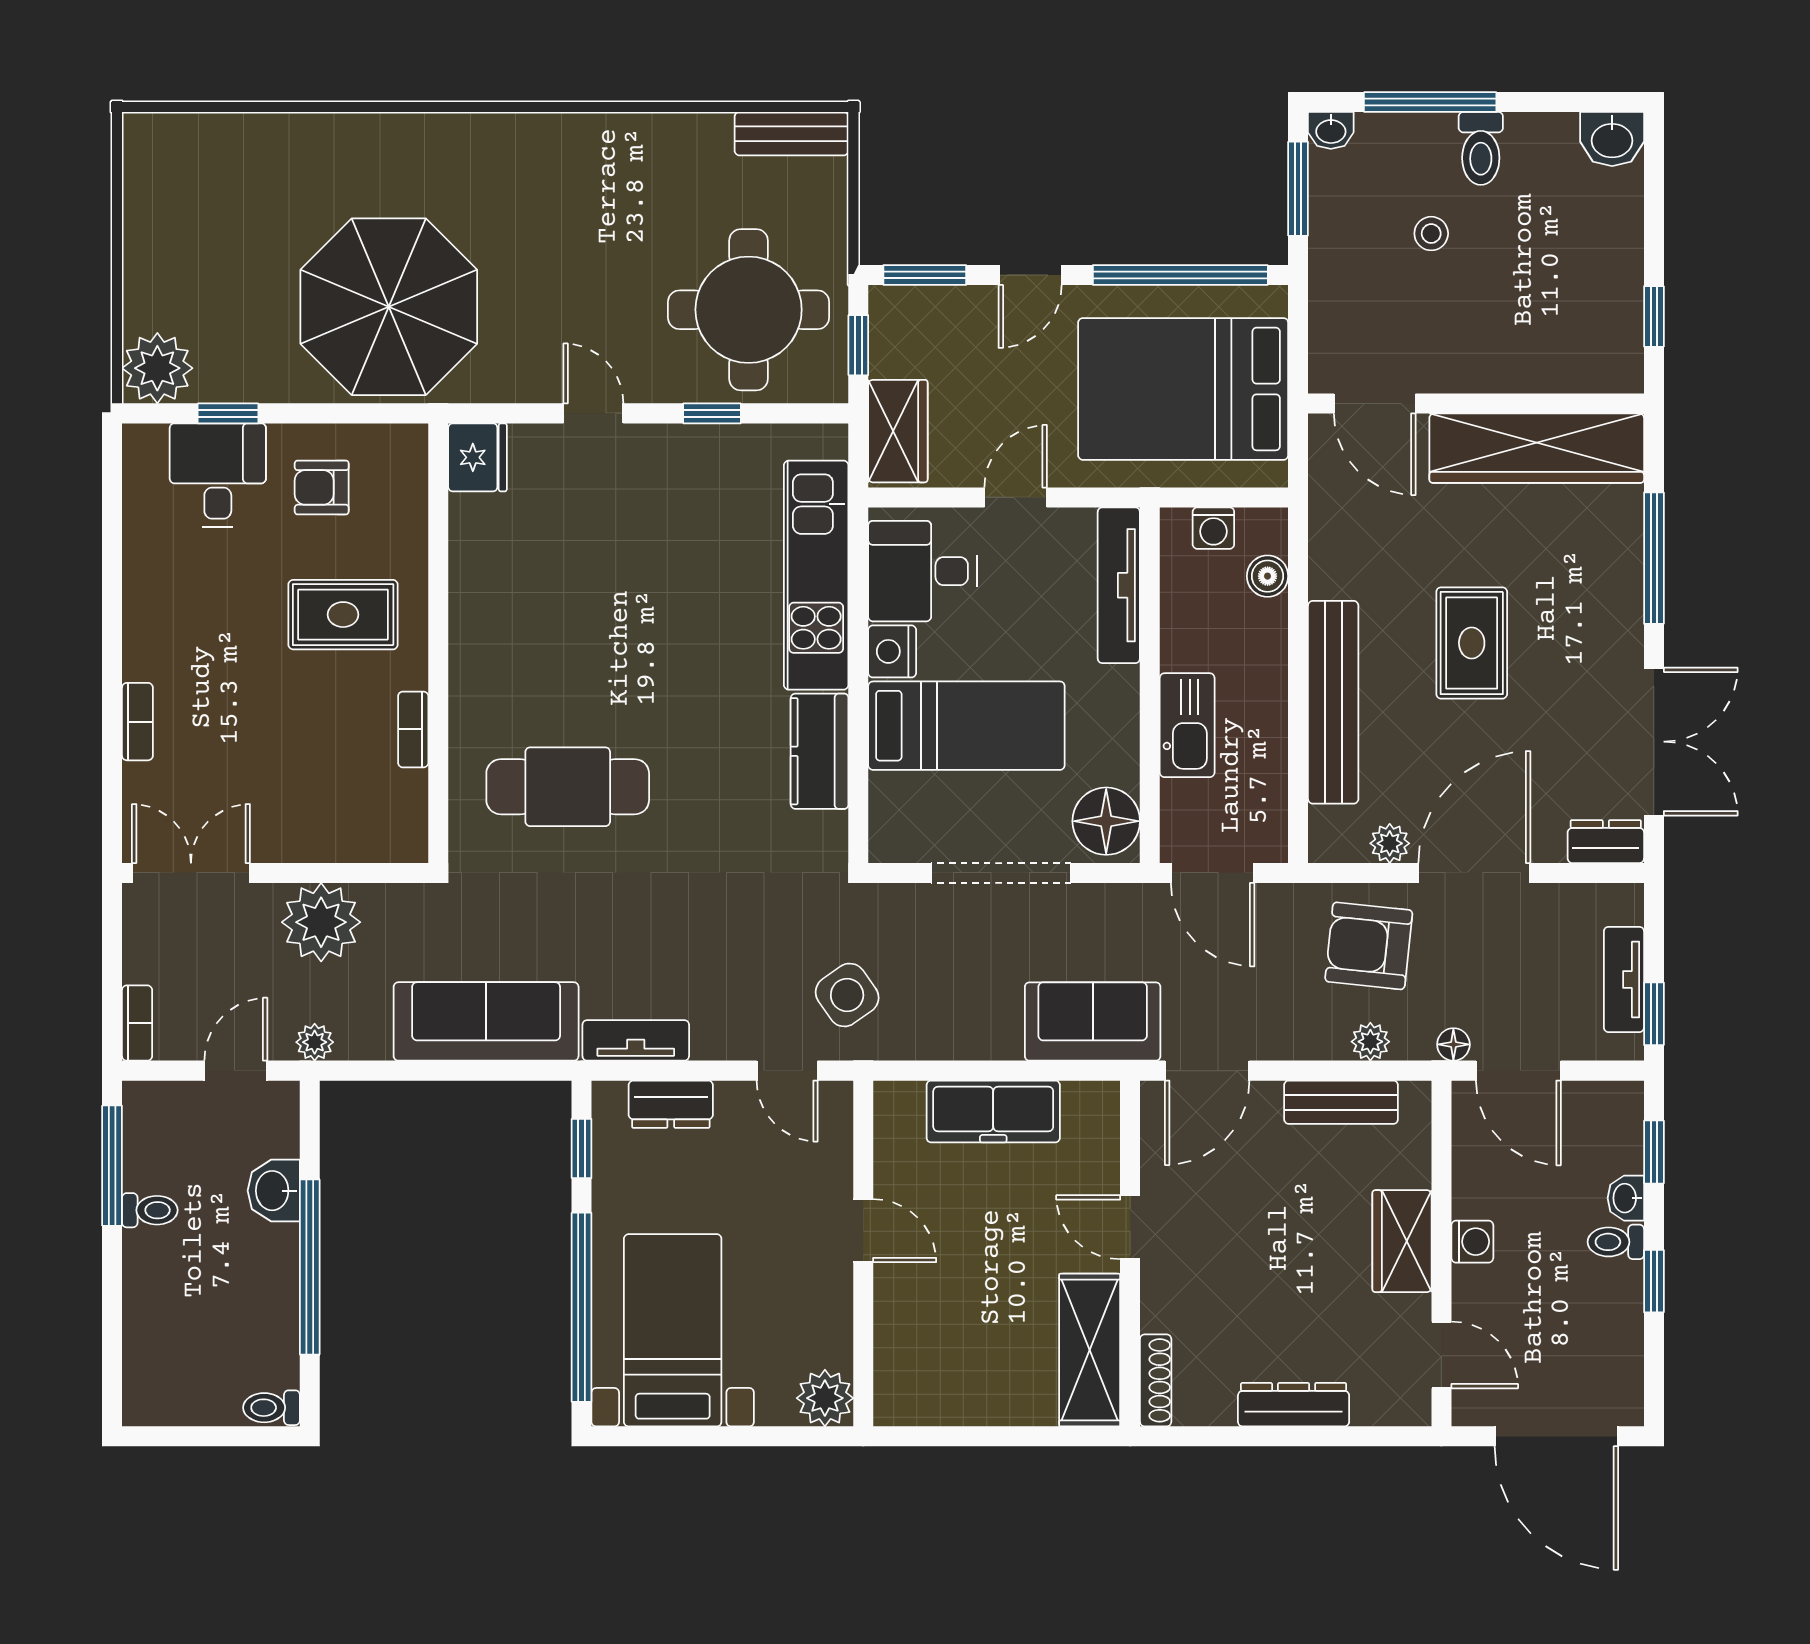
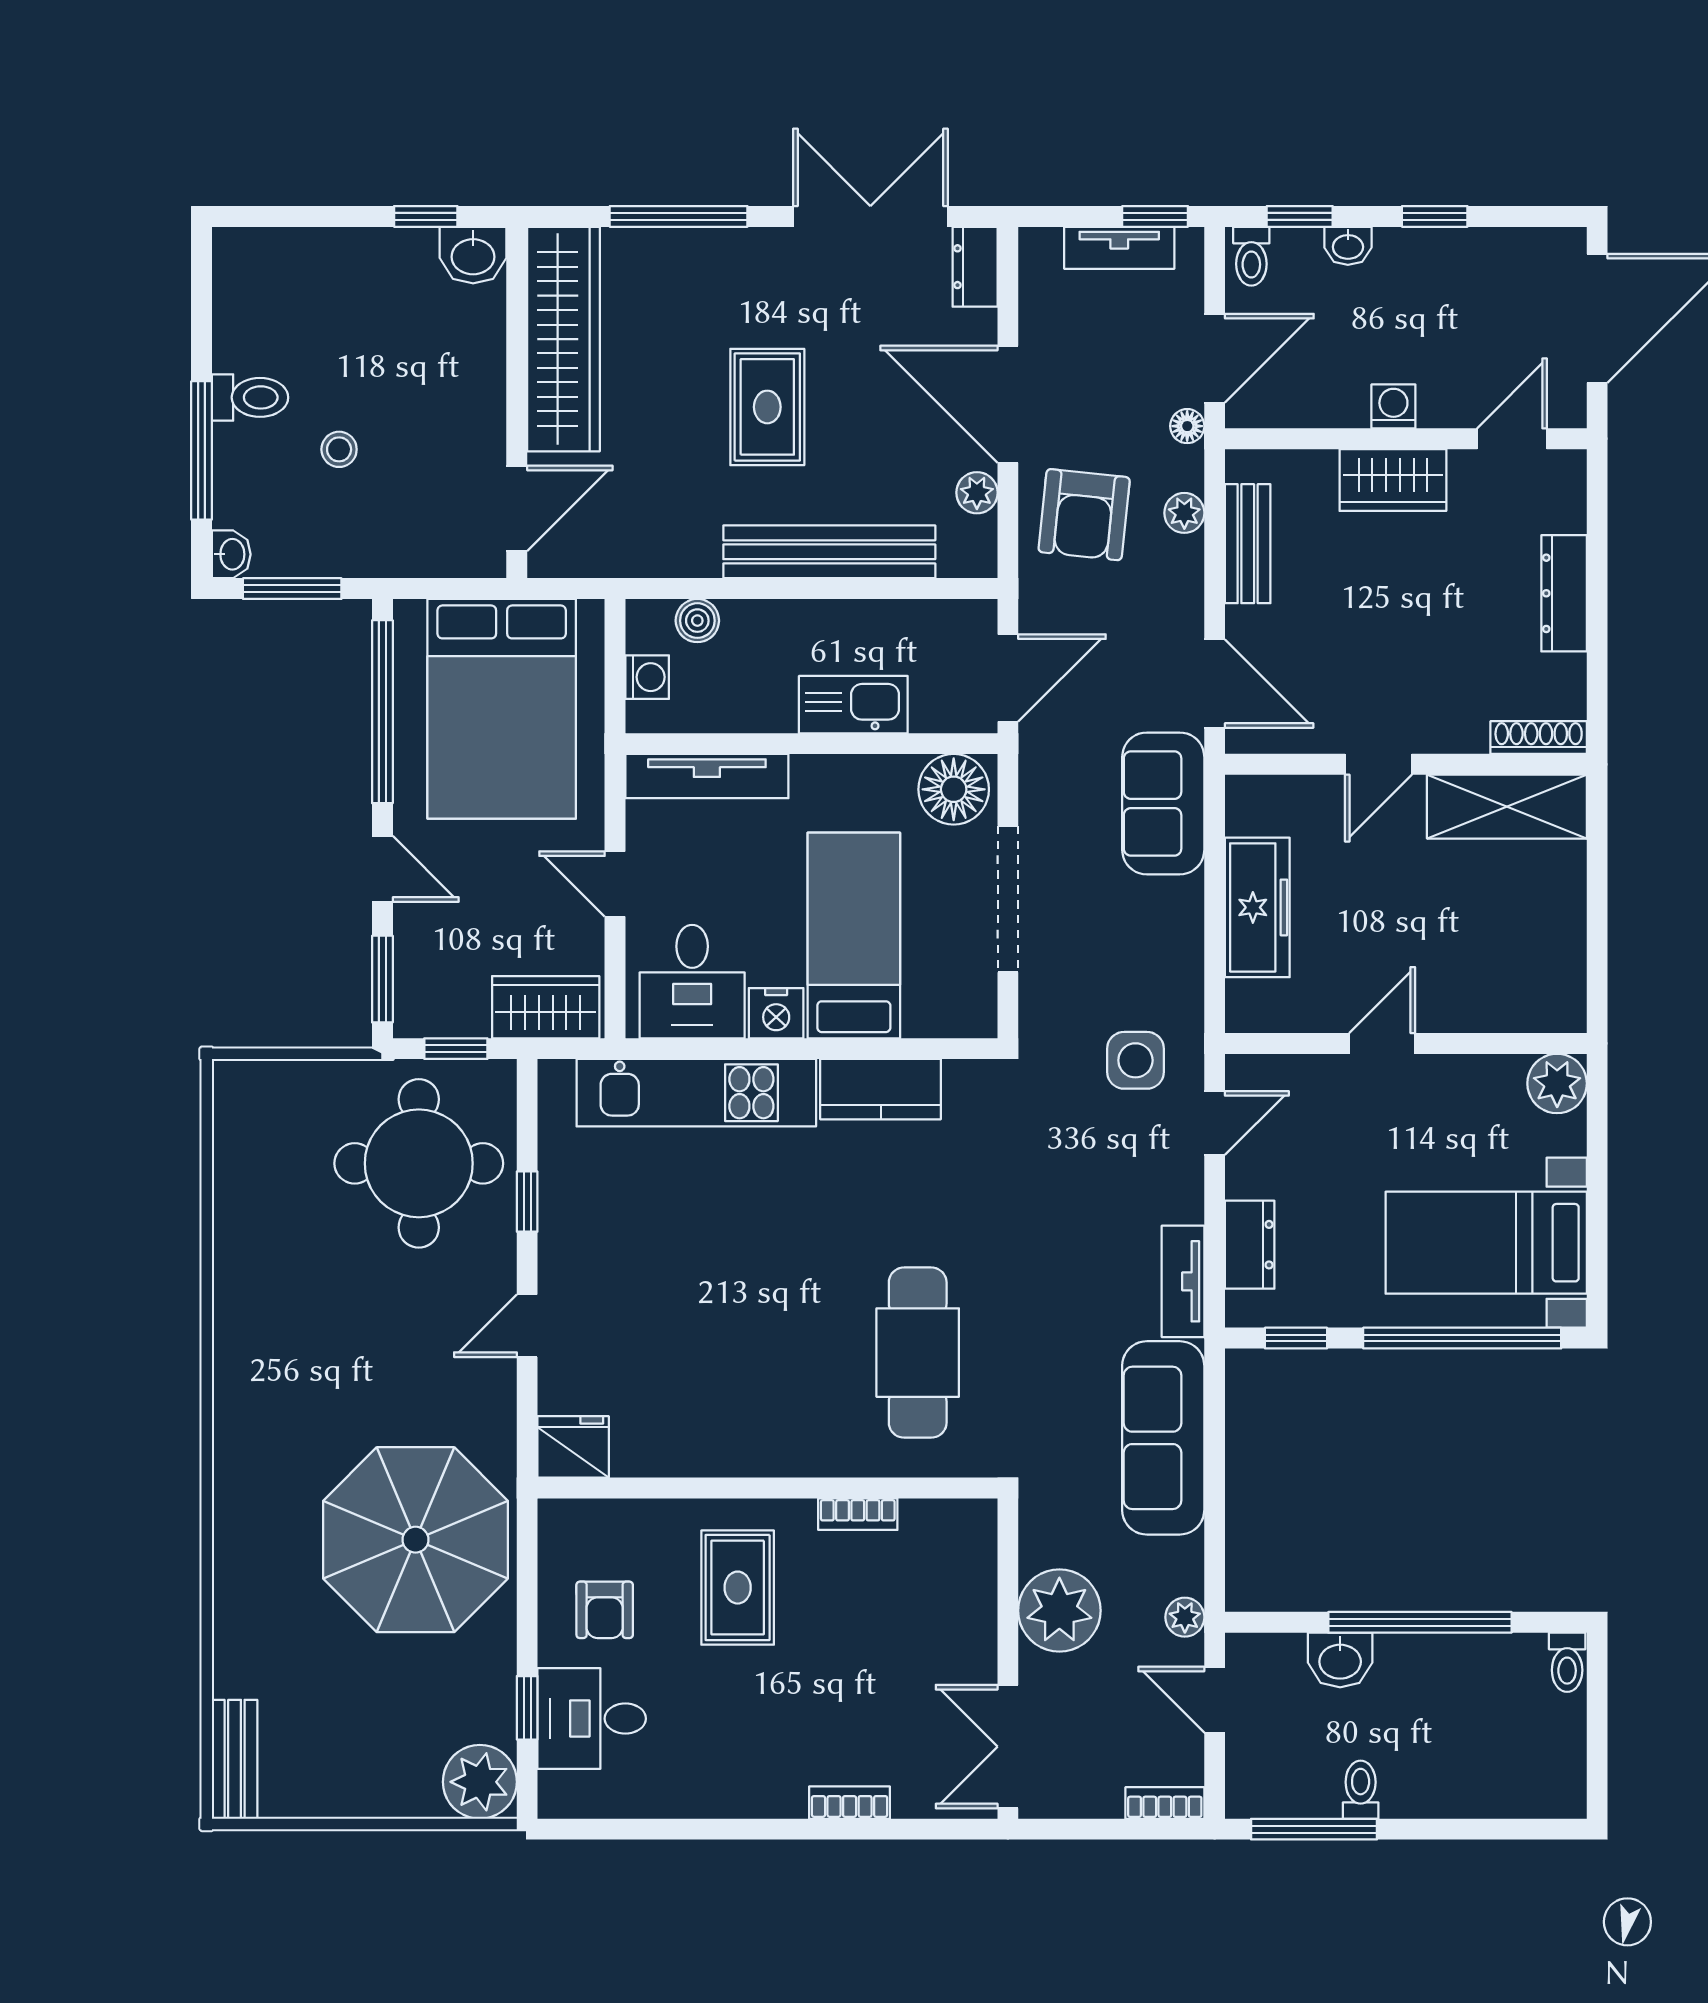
bench: (792, 134) -> (235, 1759), moved
washbasin: (1612, 139) -> (473, 255), moved, turned 90
rug: (1472, 643) -> (767, 407), turned 90
side table: (847, 995) -> (1135, 1060), turned 35
toilet: (1616, 1242) -> (1251, 256), moved

